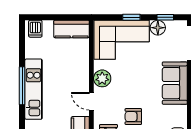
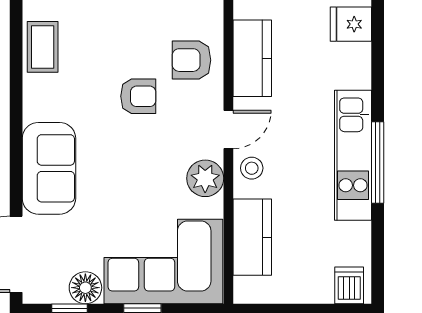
kitchen counter: (72, 29) -> (252, 237), moved, turned 90
stool: (81, 83) -> (252, 168), added
door: (91, 101) -> (228, 129), hinge flipped

